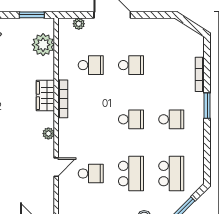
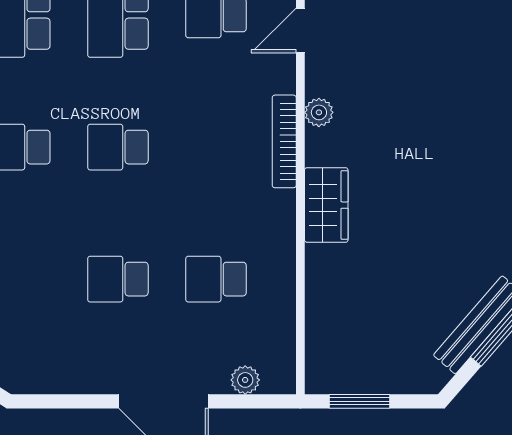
plant: (43, 45) -> (332, 329), removed
bookcase: (63, 99) -> (284, 141), moved

